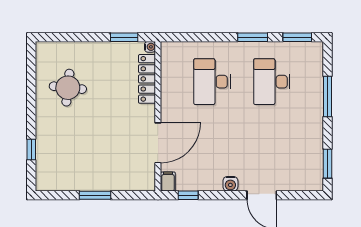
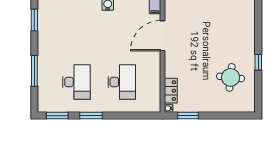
locker: (147, 79) -> (171, 91), width x0.66
window: (31, 149) -> (258, 62), moved

